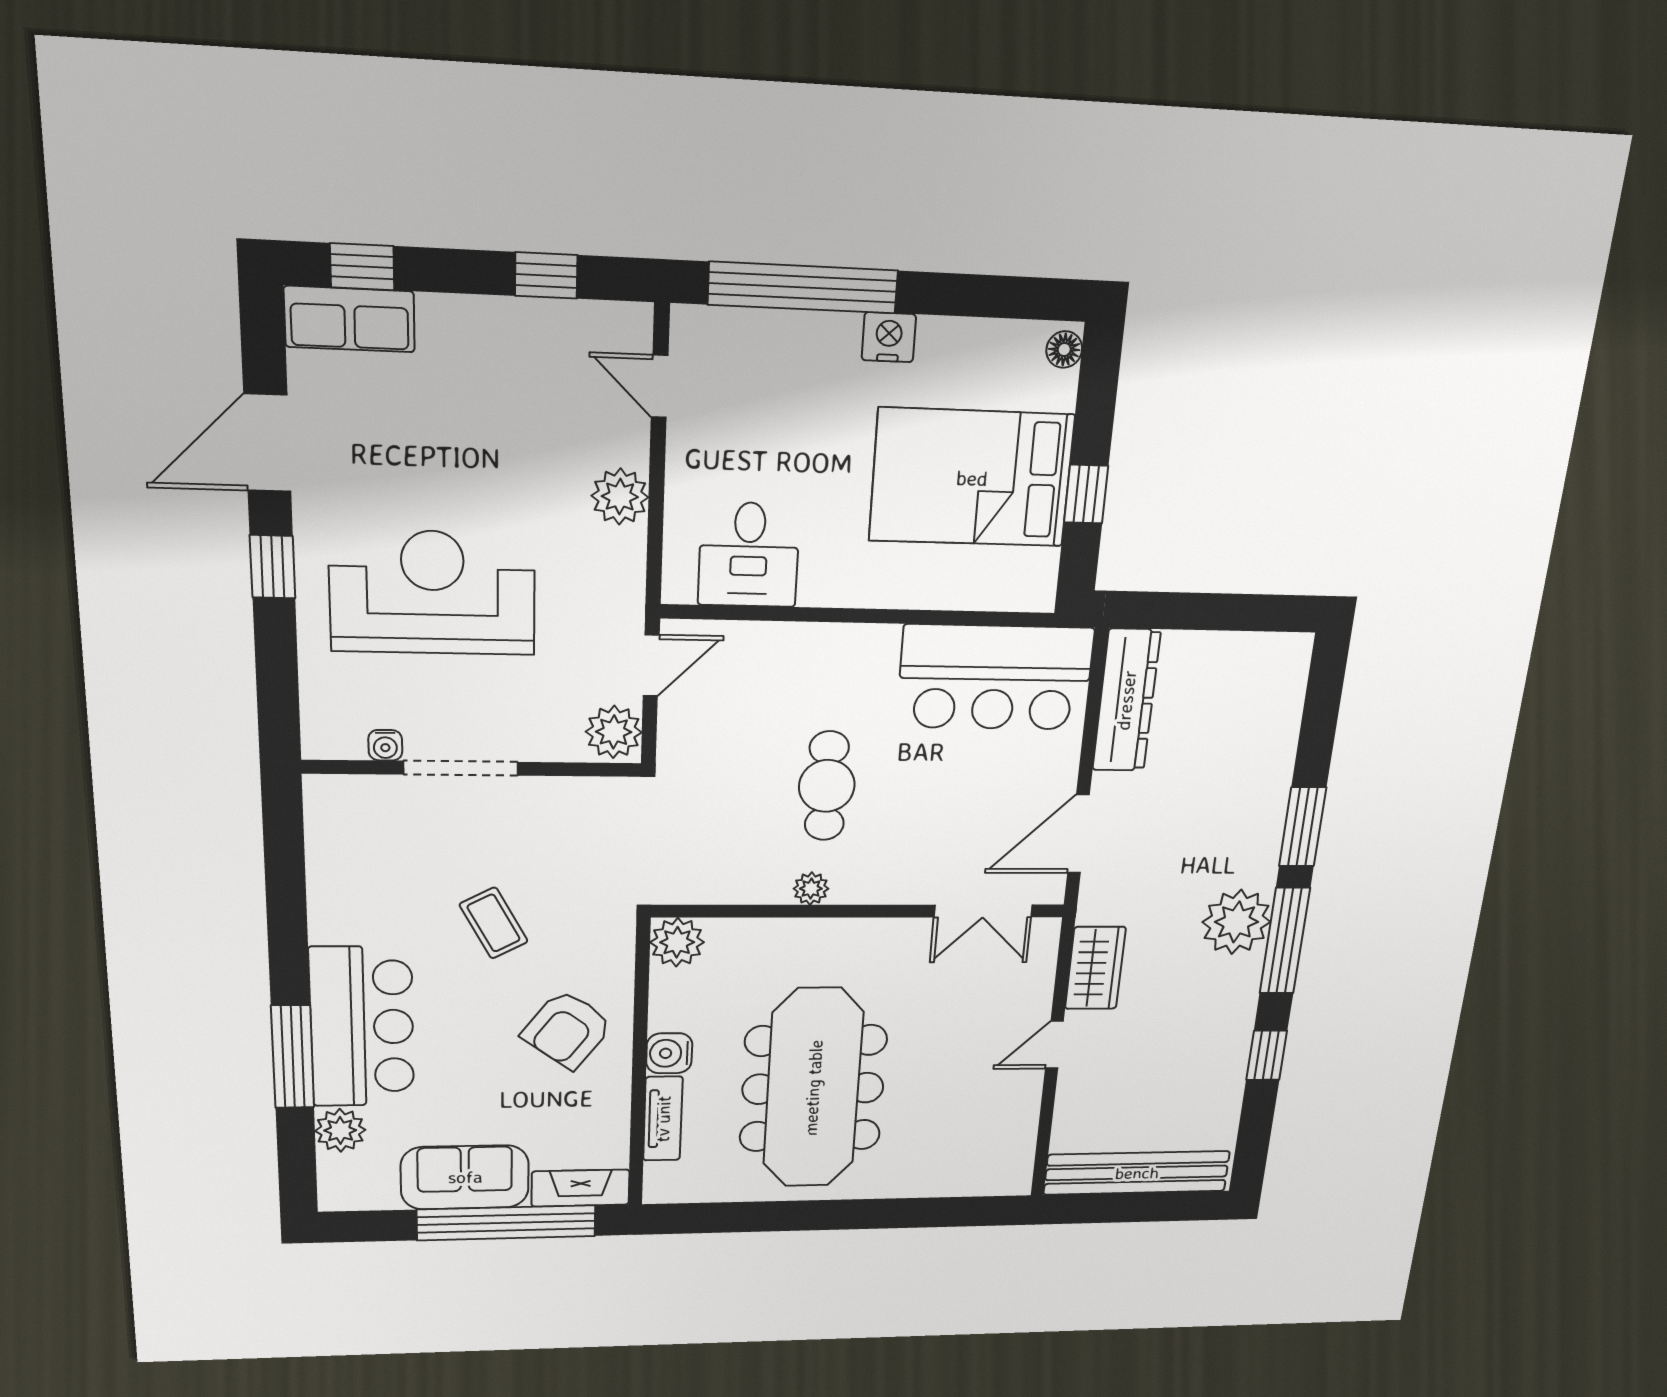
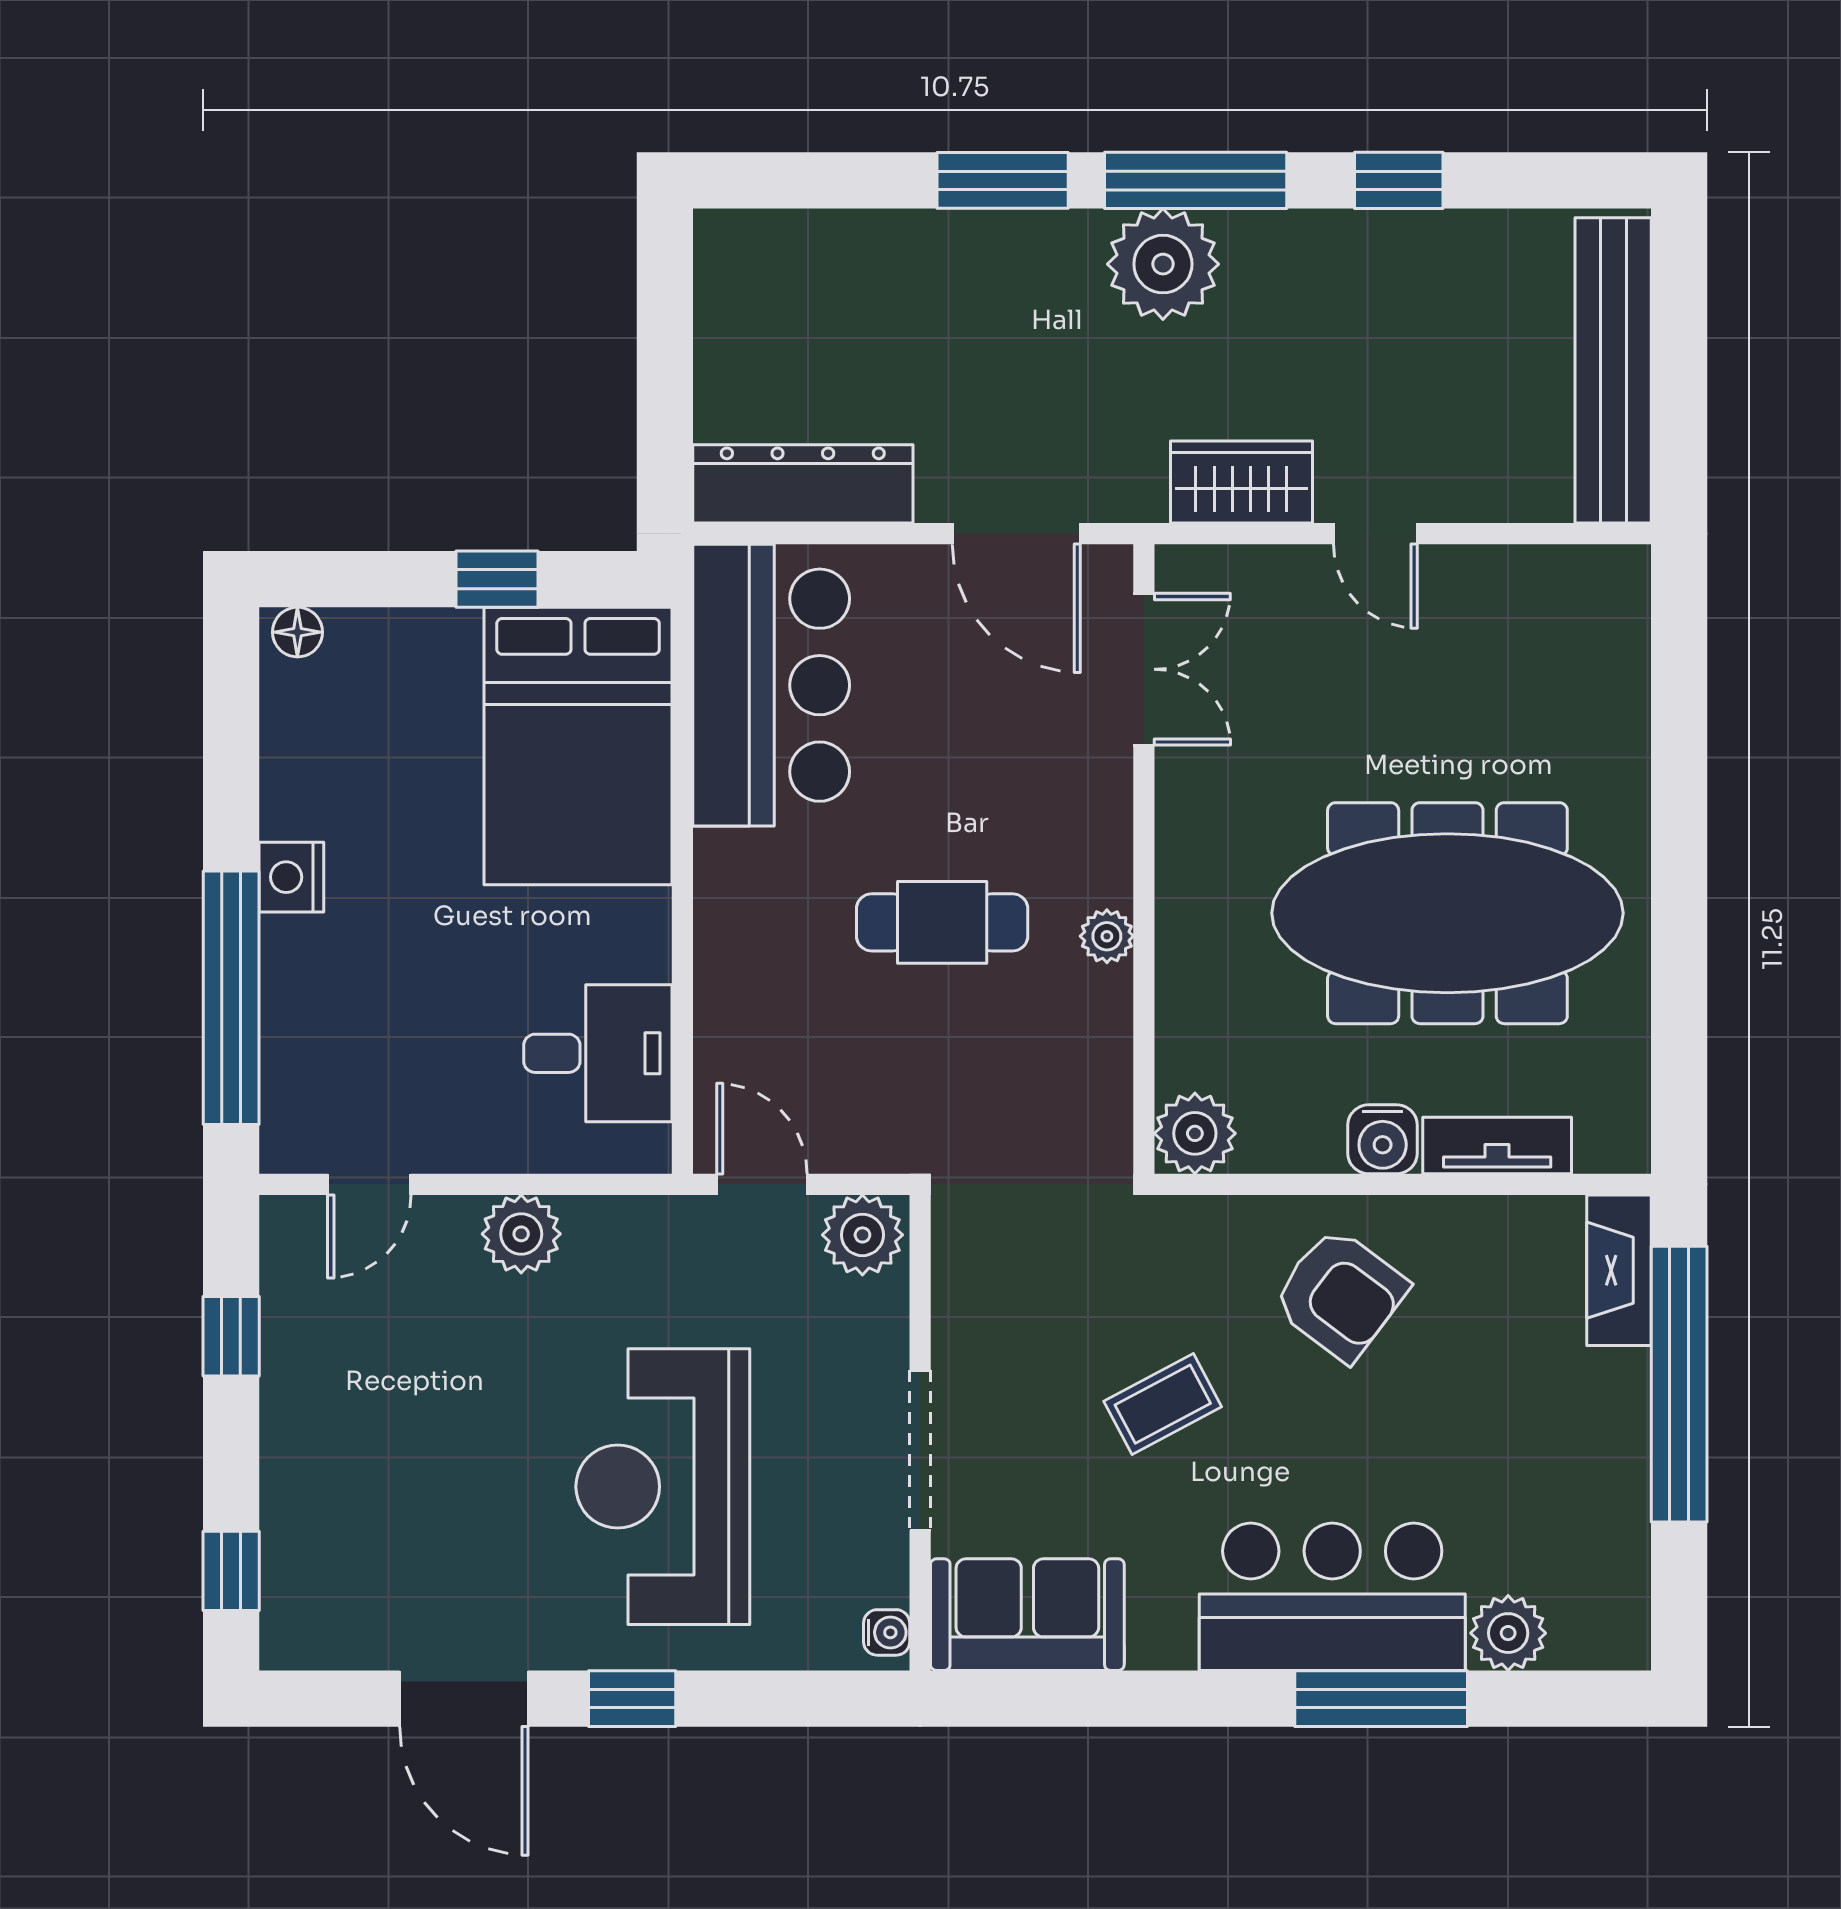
row of seats: (350, 319) -> (298, 1588), removed
bed: (972, 478) -> (578, 746), moved
water cooler: (385, 745) -> (887, 1632), moved
sofa: (465, 1177) -> (1027, 1615), moved, turned 90

